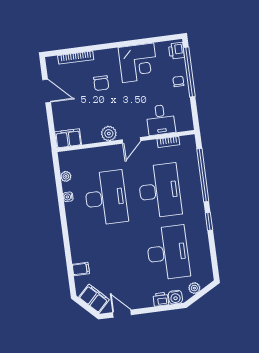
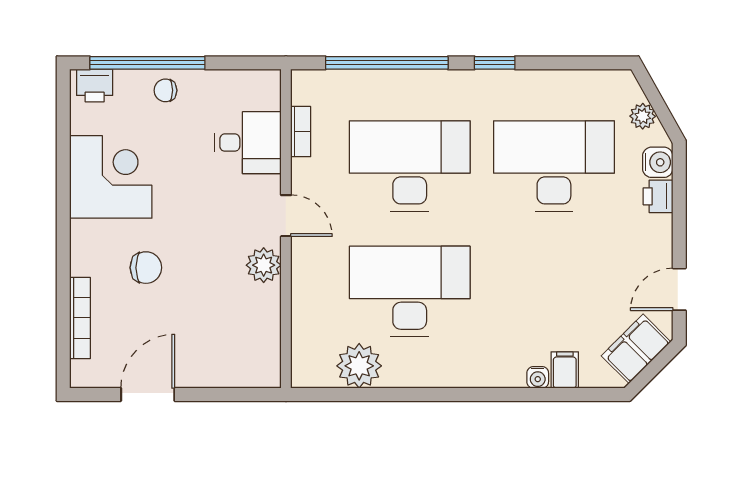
filing cabinet: (68, 138) -> (262, 360), removed
plant: (66, 176) -> (359, 366), width x1.87, depth x1.87
water cooler: (68, 197) -> (538, 377), moved

